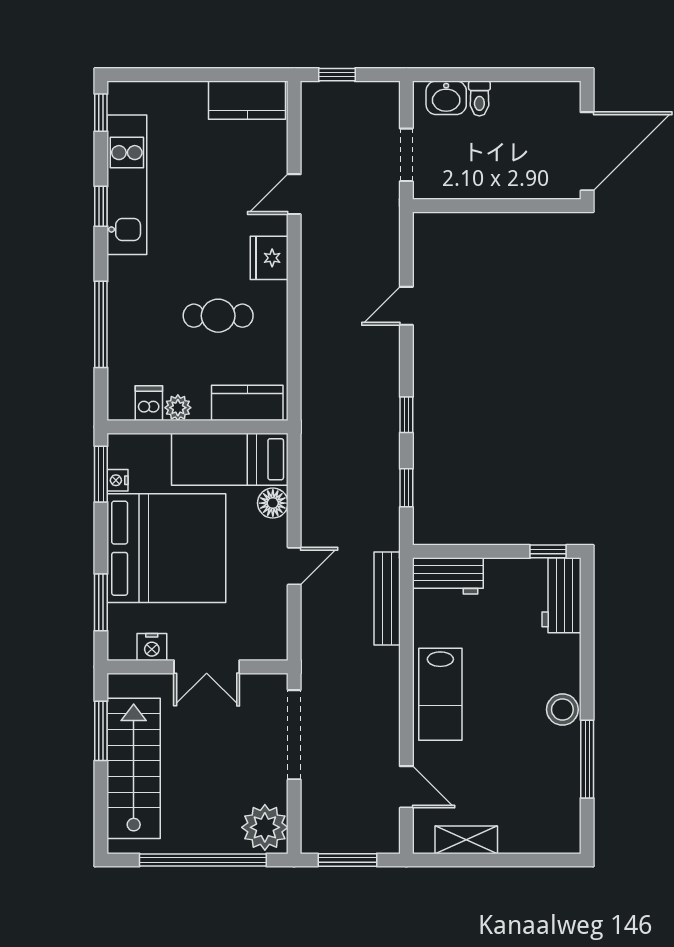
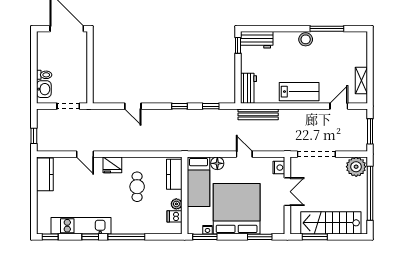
window: (101, 324) -> (126, 237), moved
nightstand: (152, 647) -> (279, 168), moved

